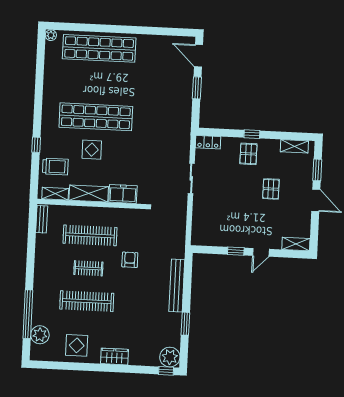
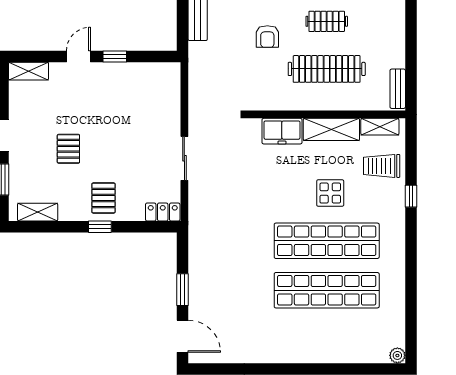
shop shelf: (99, 48) -> (327, 290), moved

